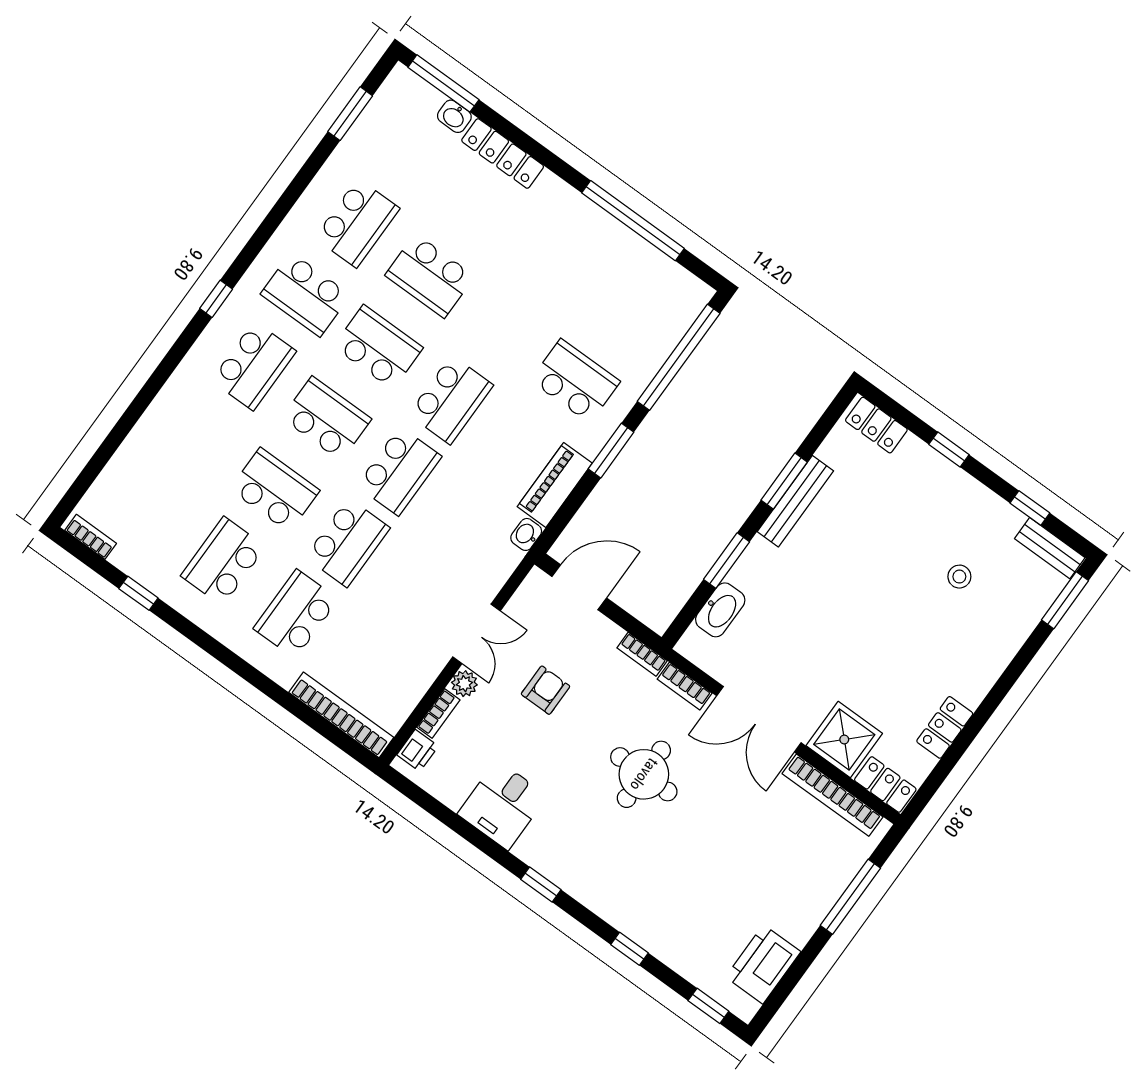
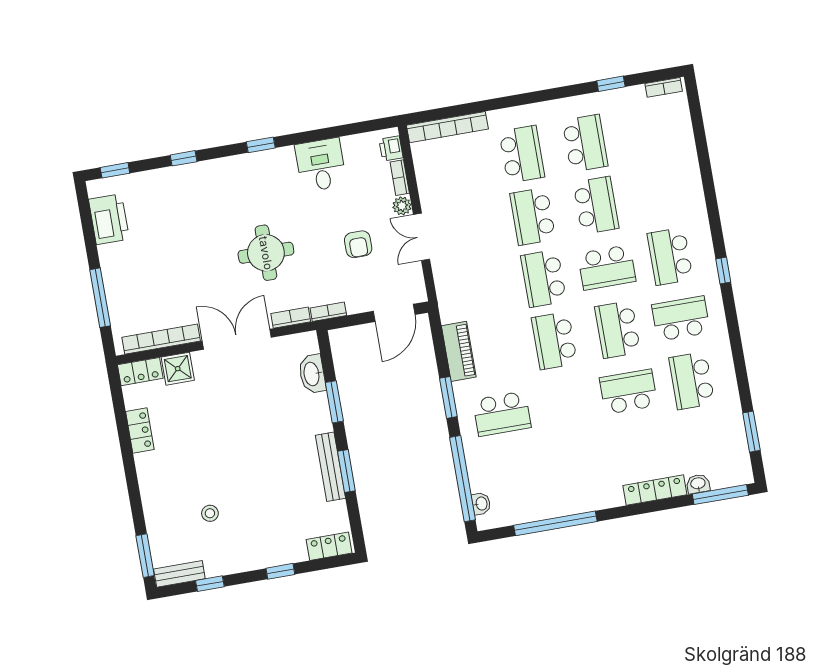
school desk: (378, 347) -> (618, 330), turned 90
school desk: (275, 490) -> (596, 205), turned -90
washbasin: (526, 534) -> (481, 504), moved
shower: (844, 739) -> (178, 369), width x0.73, depth x0.73

